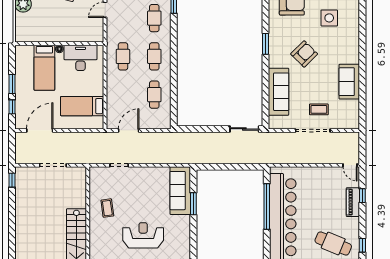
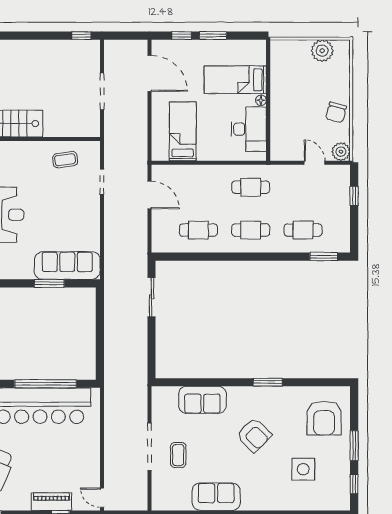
sofa: (279, 92) -> (202, 400), width x0.73
sliding door: (244, 129) -> (151, 297), moved
door: (350, 165) -> (102, 498), hinge flipped
coffee table: (107, 208) -> (65, 160), moved

